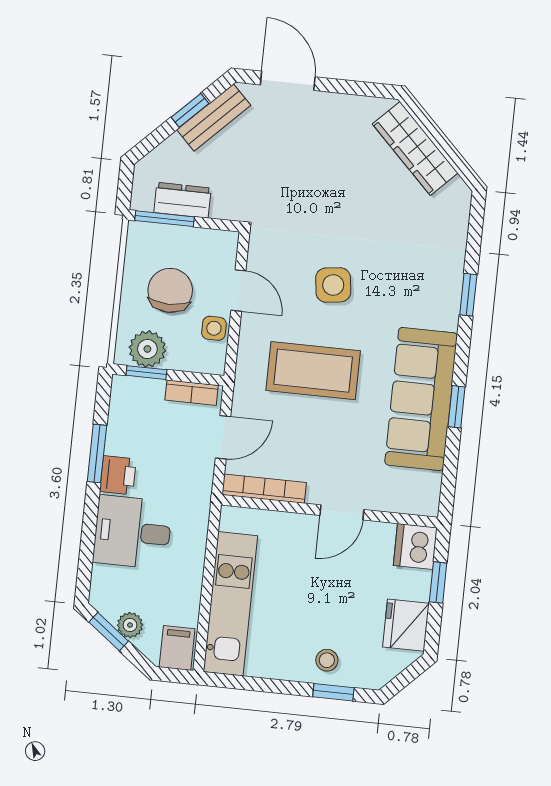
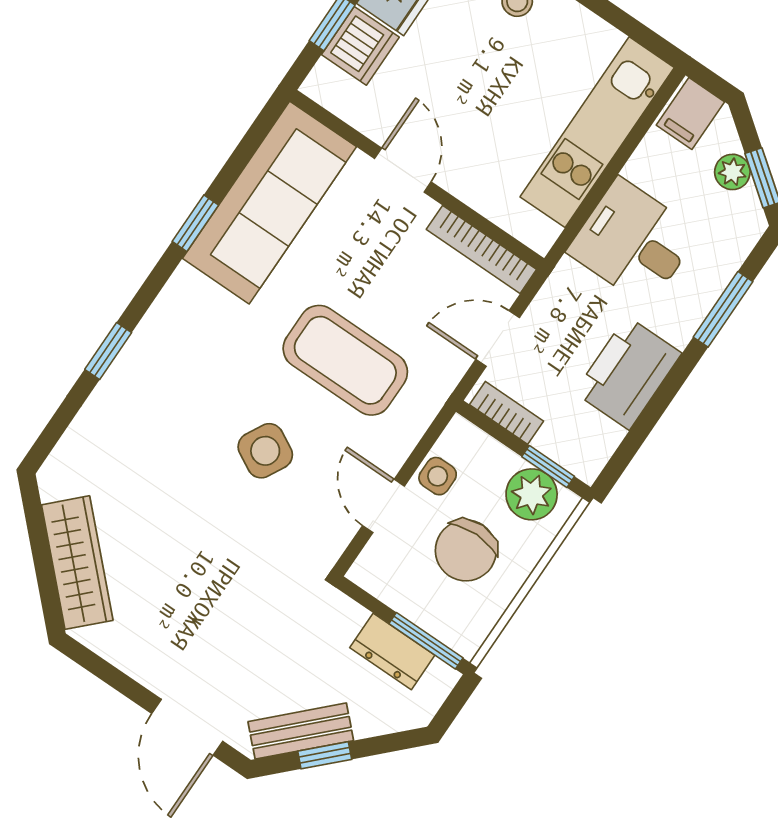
side table: (333, 285) -> (265, 451), turned 35
sofa: (421, 399) -> (269, 203), moved
window: (97, 453) -> (723, 309), moved
printer: (118, 475) -> (628, 373), width x1.87, depth x1.48
door: (342, 512) -> (403, 170), hinge flipped
desk: (133, 532) -> (633, 242), moved, turned 180
dishwasher: (415, 546) -> (360, 46), moved

